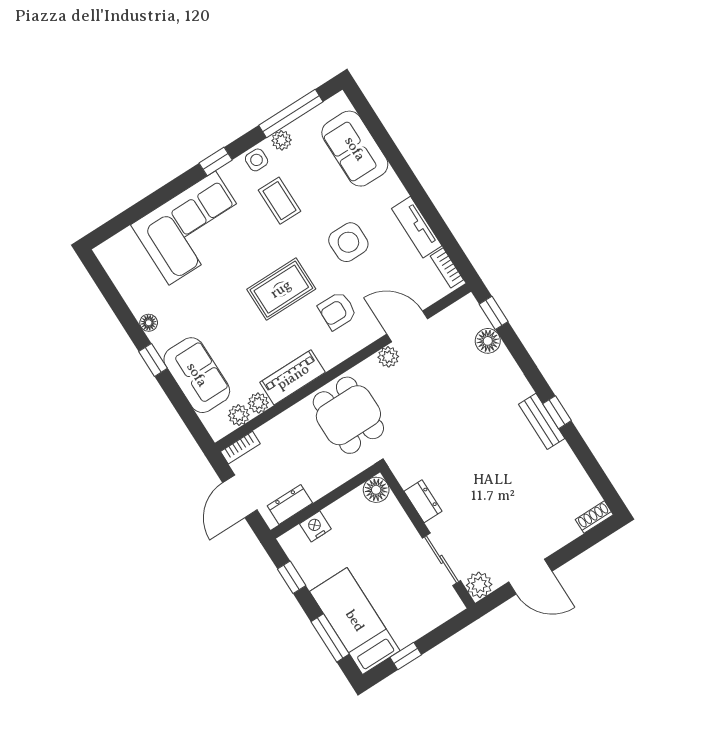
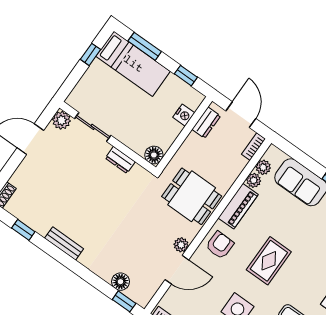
armchair: (337, 311) -> (220, 245), moved
window: (557, 412) -> (23, 230), moved

